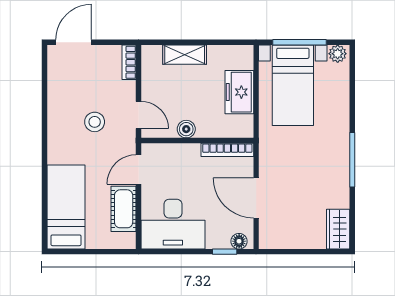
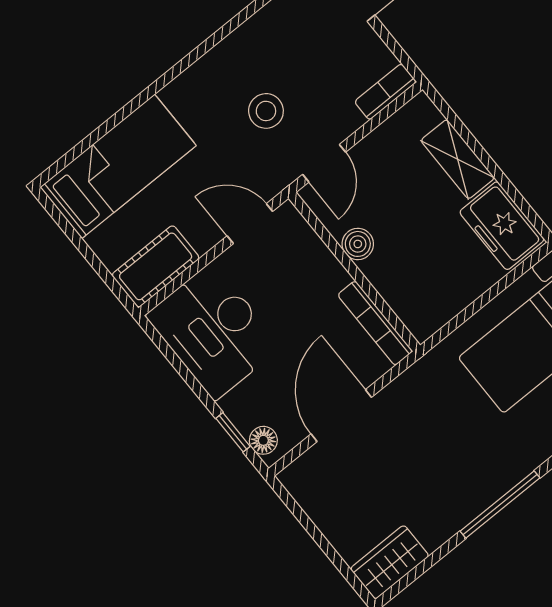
freezer: (239, 92) -> (502, 226), moved, turned -90
cot: (124, 209) -> (156, 266), moved

